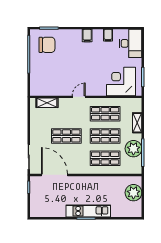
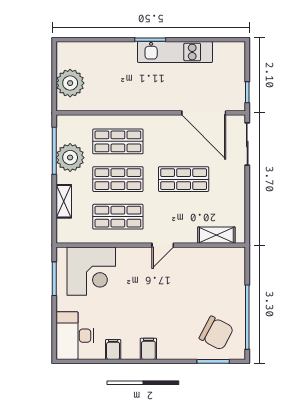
chair: (47, 45) -> (216, 333), turned -152
kitchen unit: (88, 211) -> (175, 52), moved

